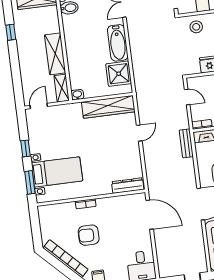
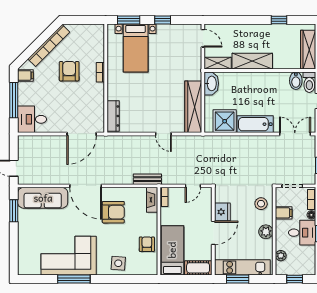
washbasin: (77, 95) -> (211, 83), width x1.91, depth x1.45

